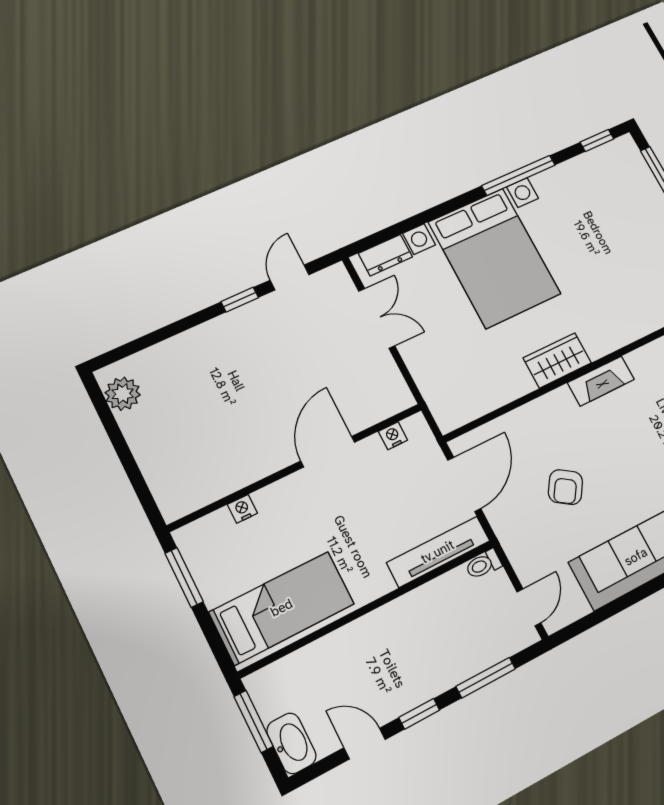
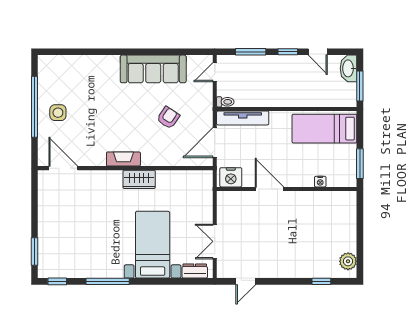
bed with nightstands: (494, 258) -> (153, 245), width x0.73
window: (240, 300) -> (321, 281), moved
nightstand: (393, 436) -> (231, 177), width x1.89, depth x1.79
door: (328, 452) -> (269, 189), swing flipped

